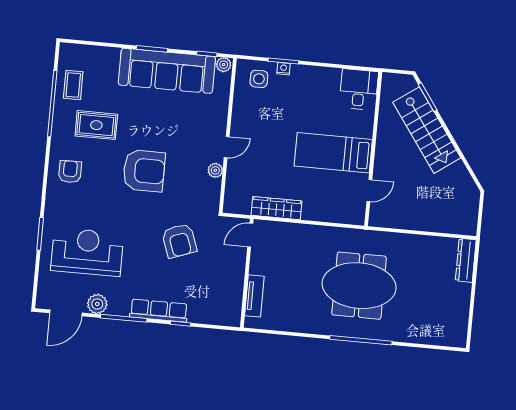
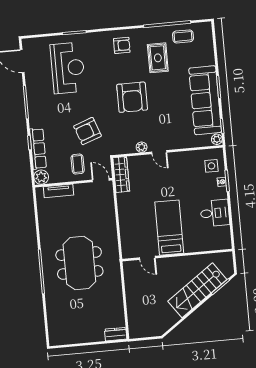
desk: (359, 89) -> (215, 213), moved
wardrobe: (276, 208) -> (121, 174), moved
dresser: (466, 260) -> (116, 334), width x0.70
coffee table: (222, 263) -> (78, 164), added
plant: (97, 304) -> (41, 177), moved
row of seats: (159, 311) -> (38, 149), moved

